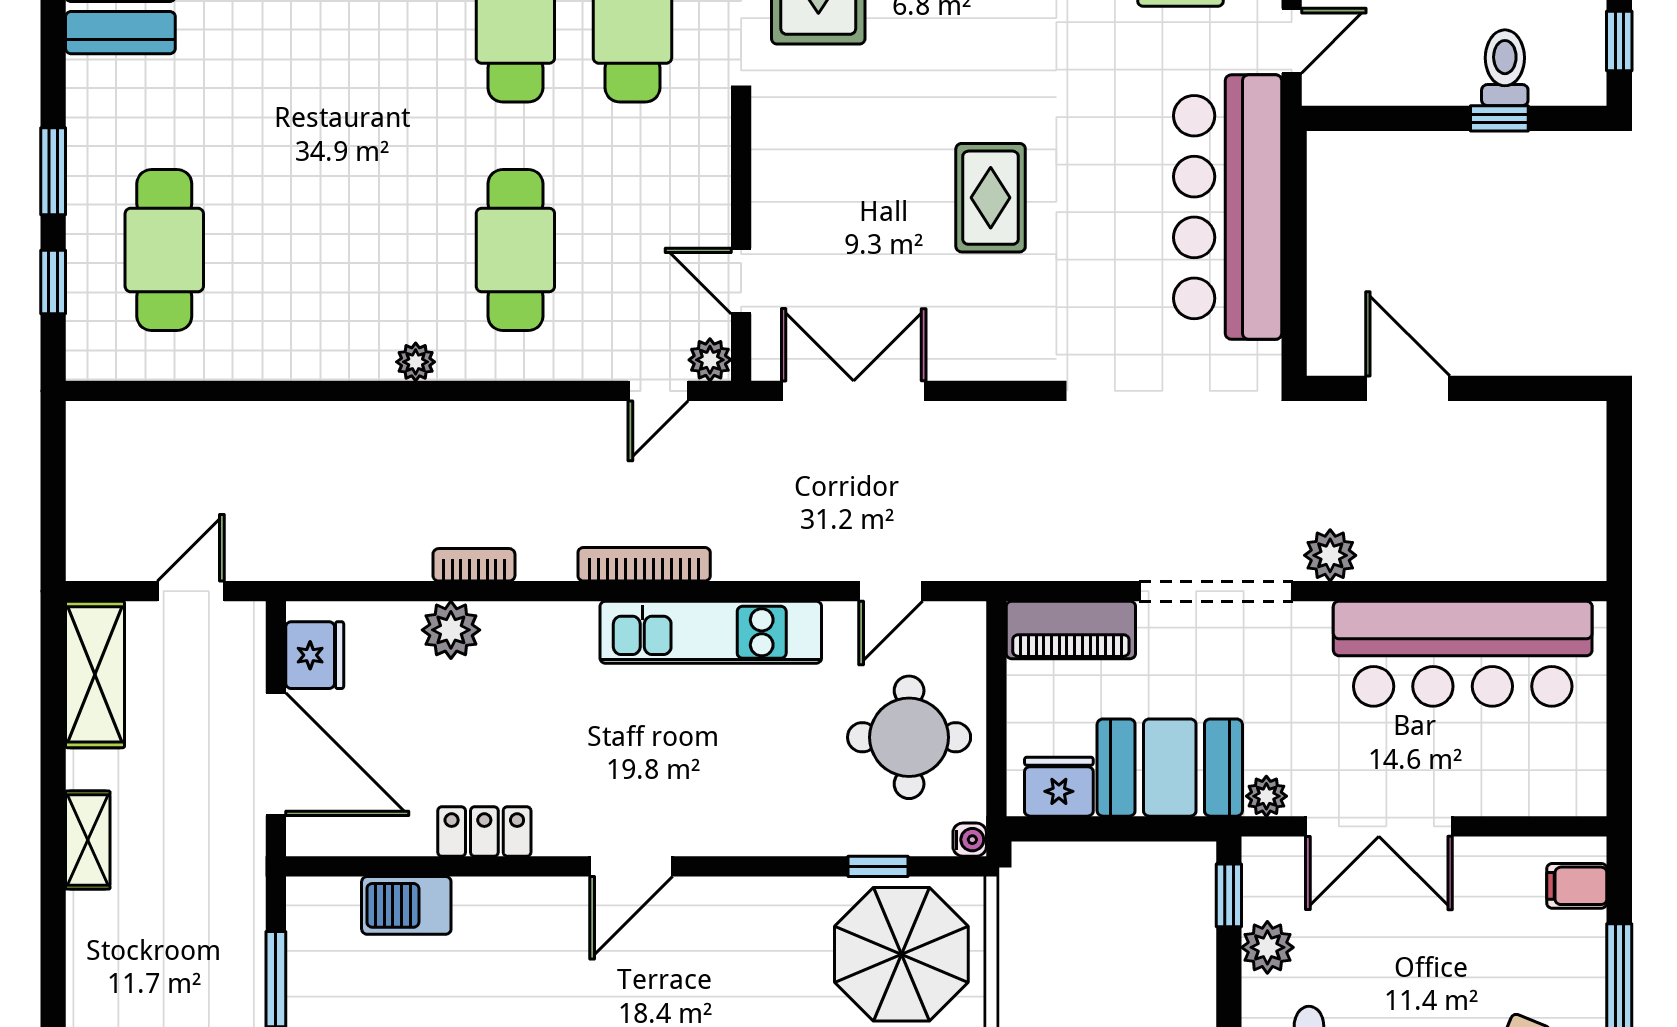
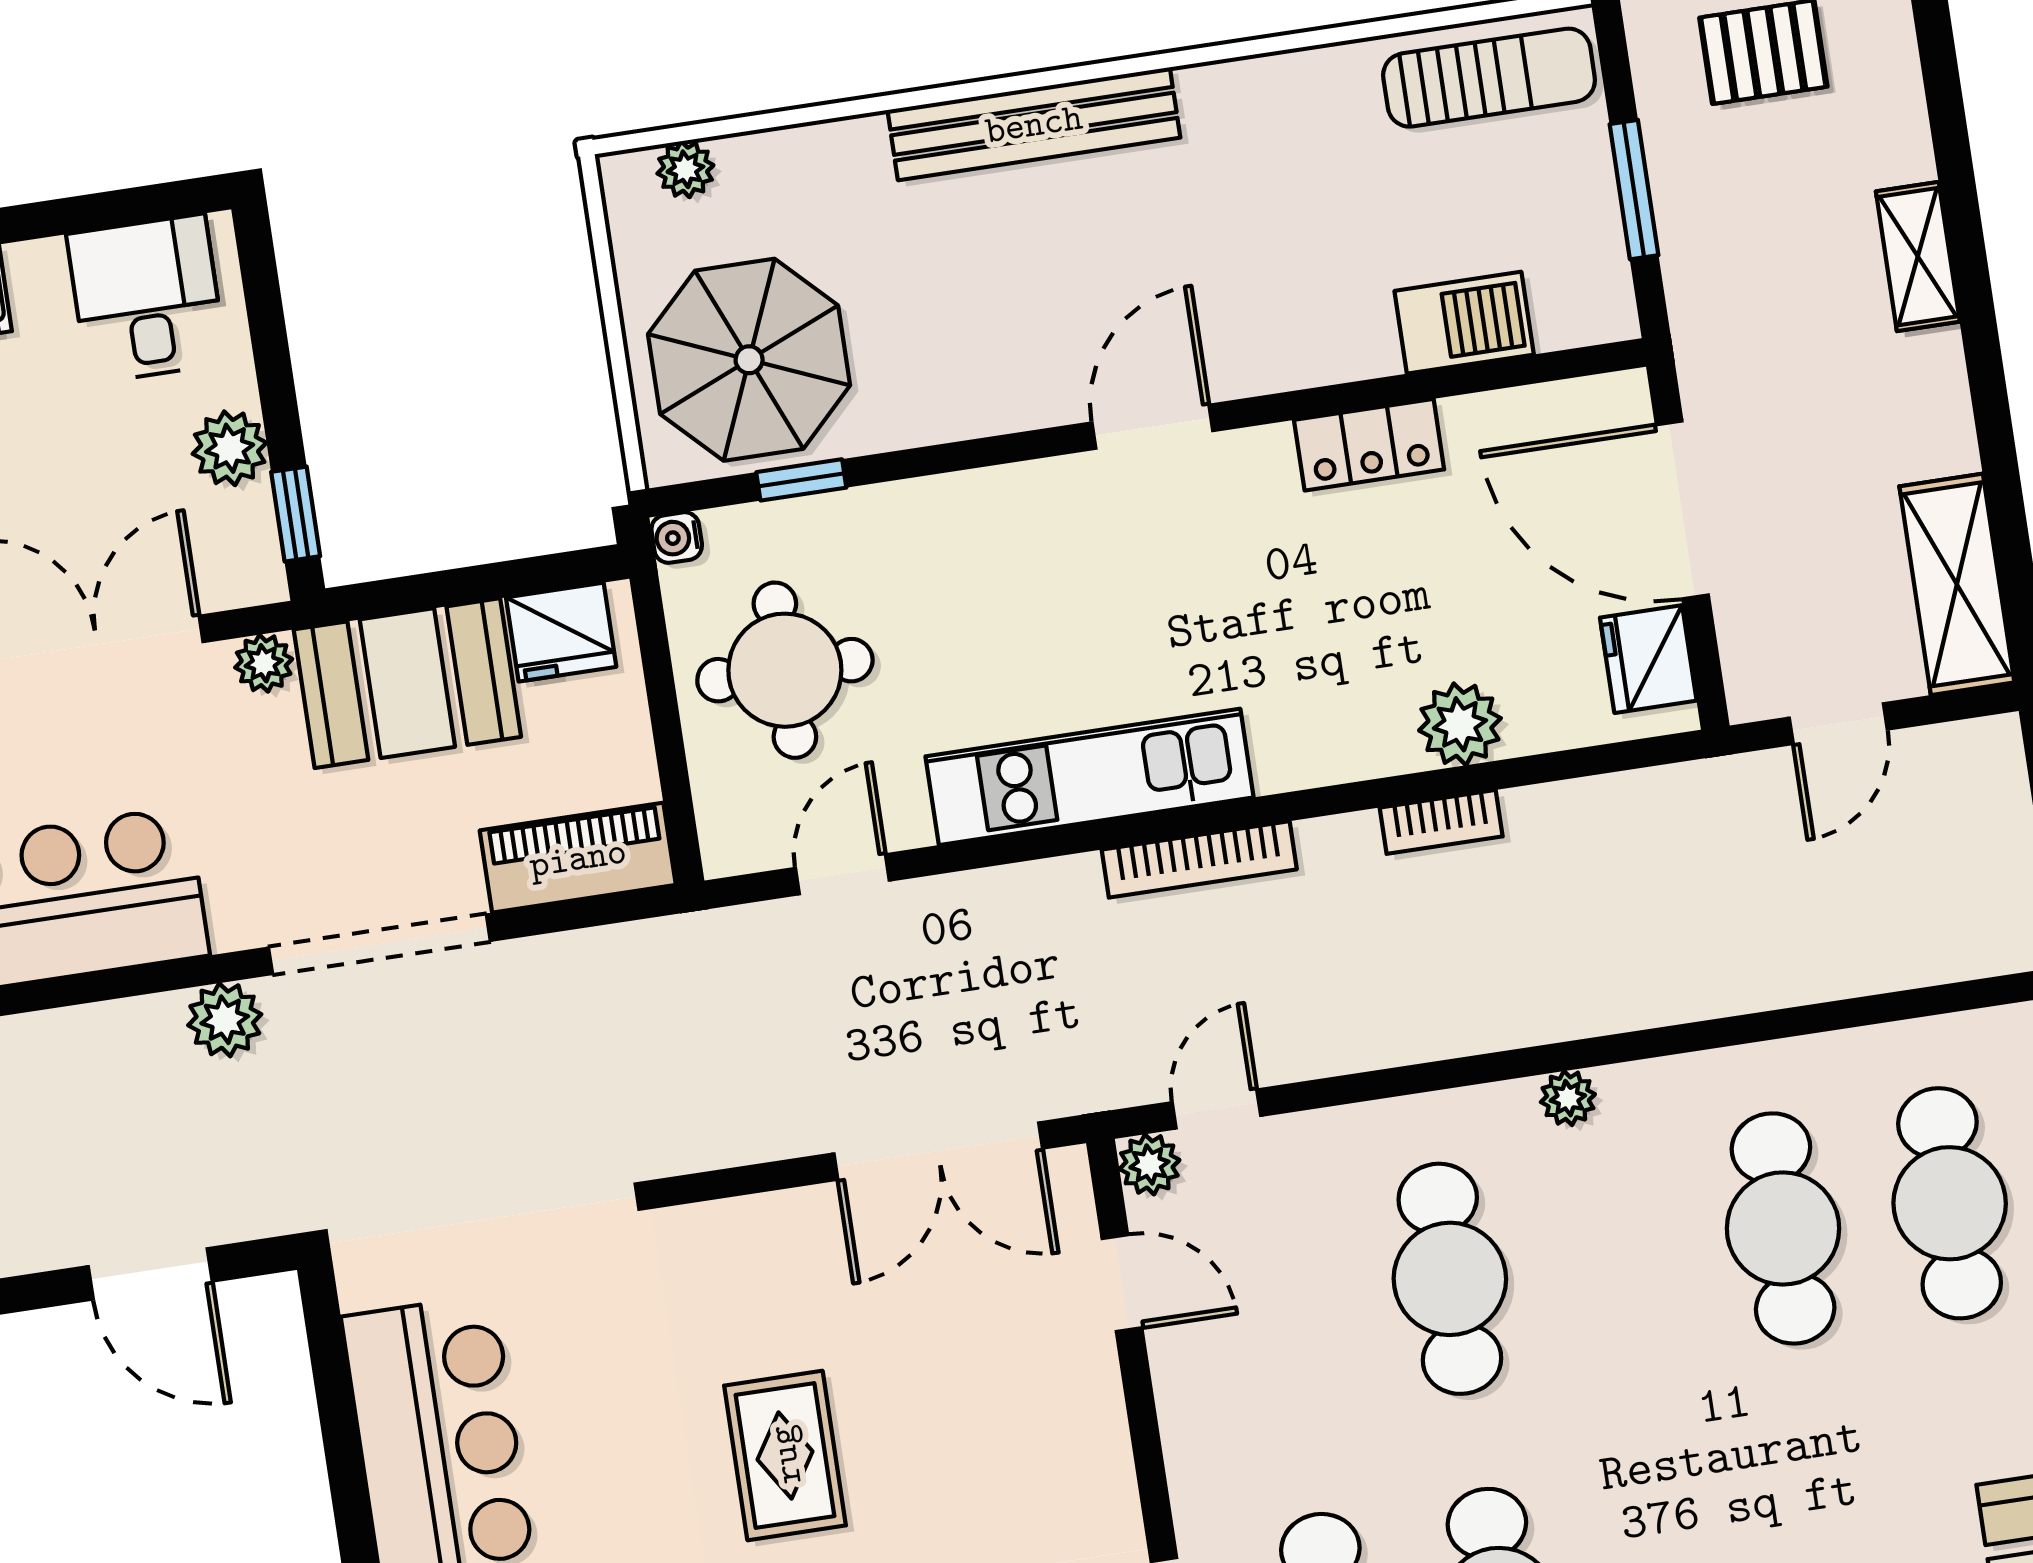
cafe table: (281, 250) -> (1783, 1228), added
shelving: (88, 840) -> (1918, 257), moved

